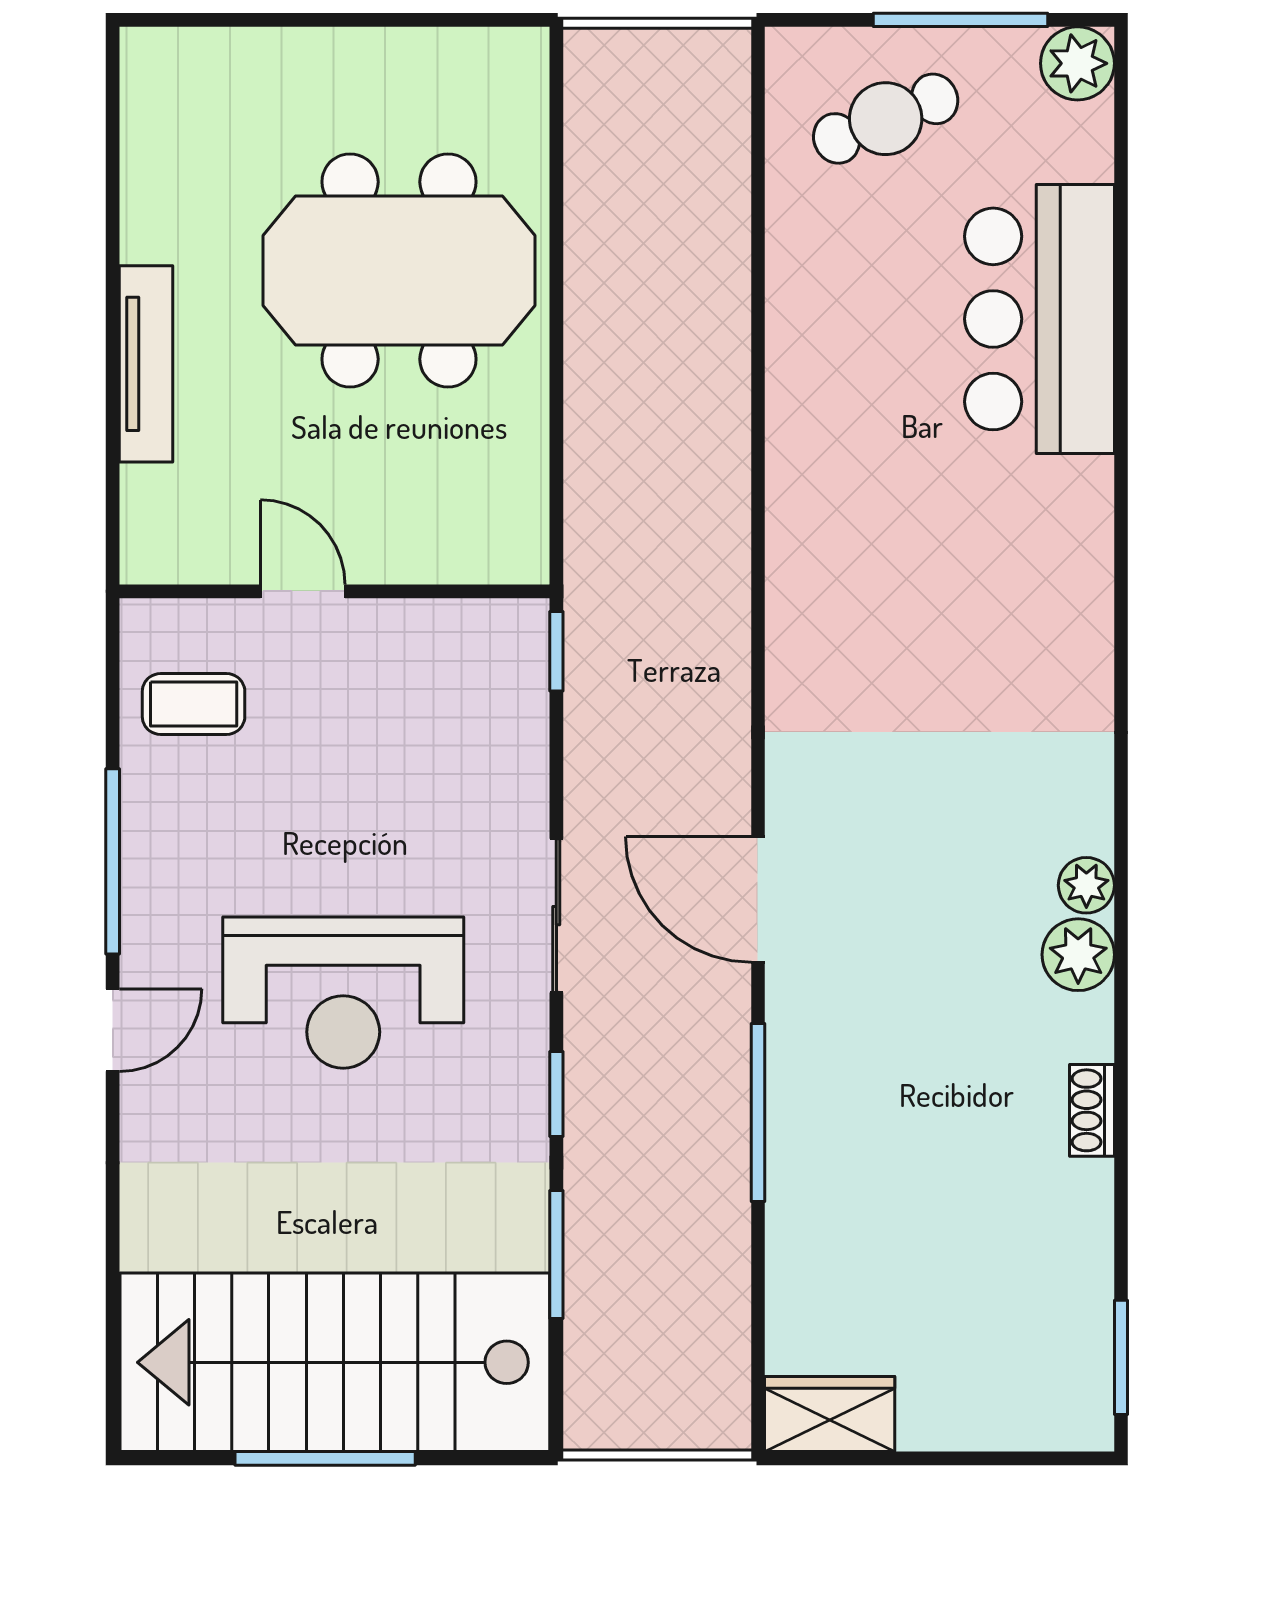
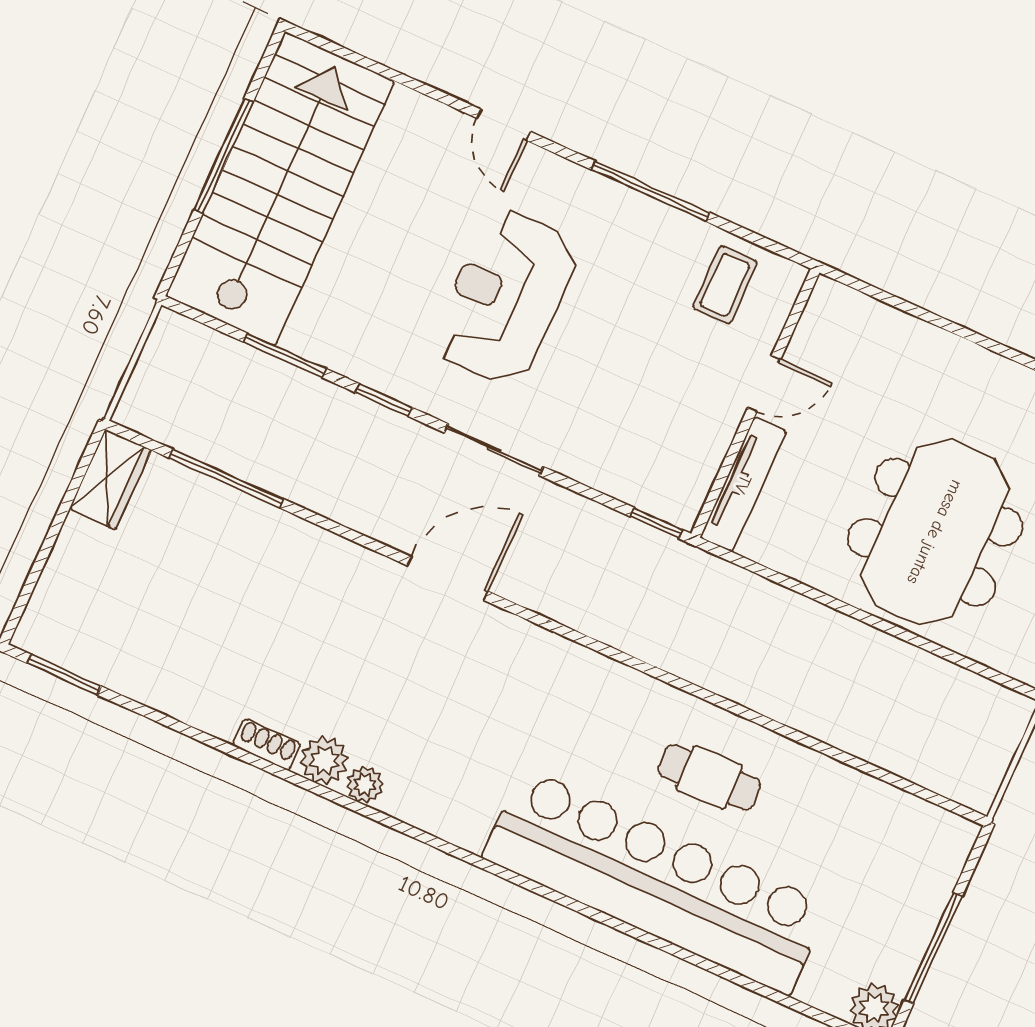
cafe table: (886, 119) -> (709, 777), moved, turned -70
bar counter: (1039, 319) -> (656, 881), width x1.86
tv unit: (146, 364) -> (743, 484), moved, turned -90
door: (113, 1030) -> (504, 125), moved
shoe rack: (1092, 1110) -> (267, 745), moved
window: (758, 1113) -> (226, 478), moved

